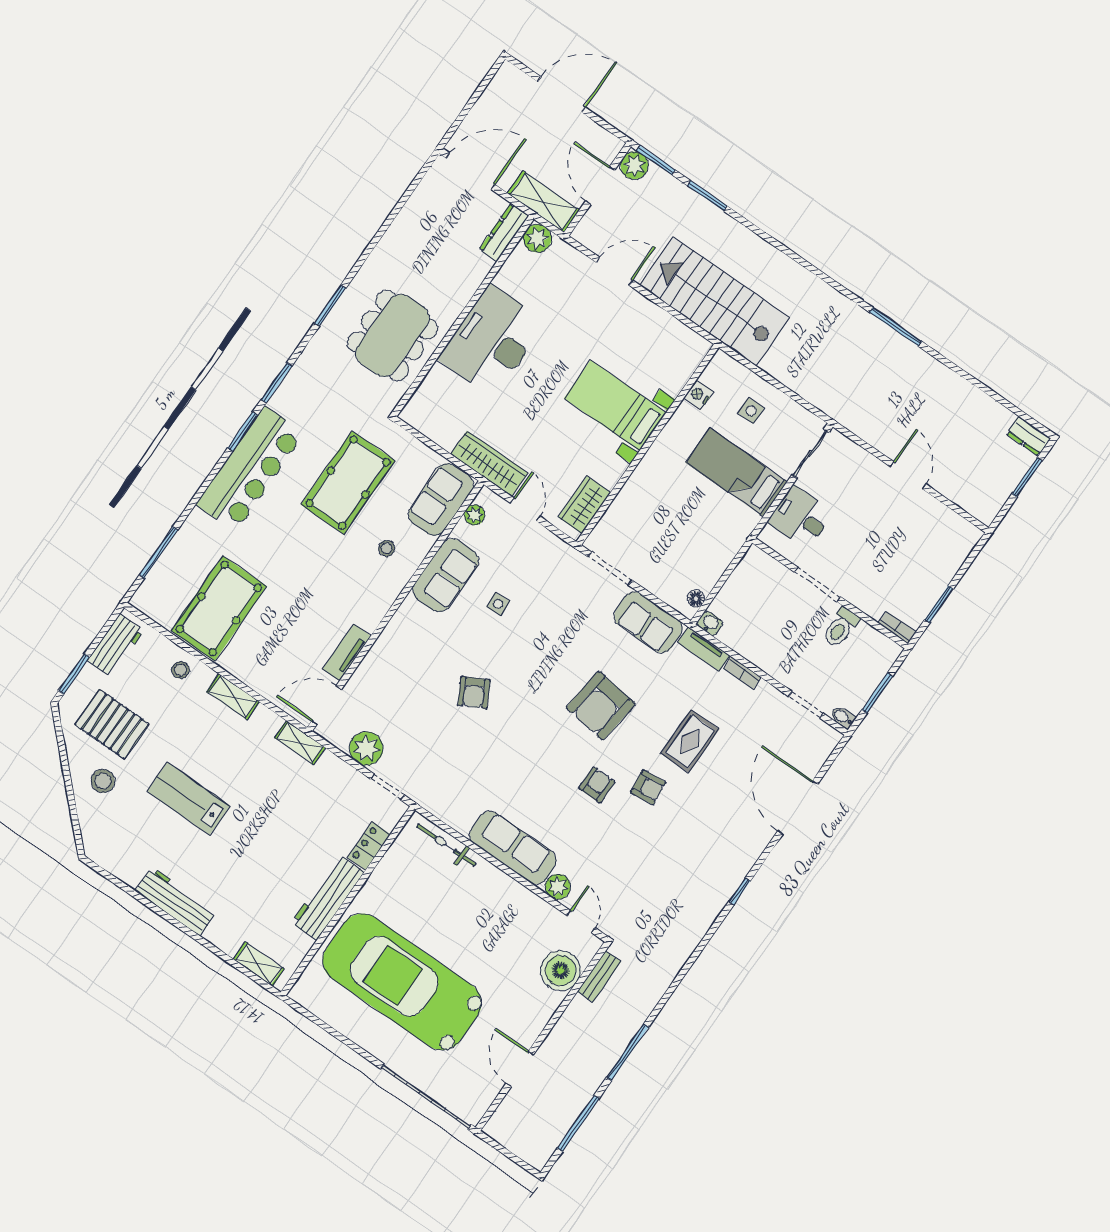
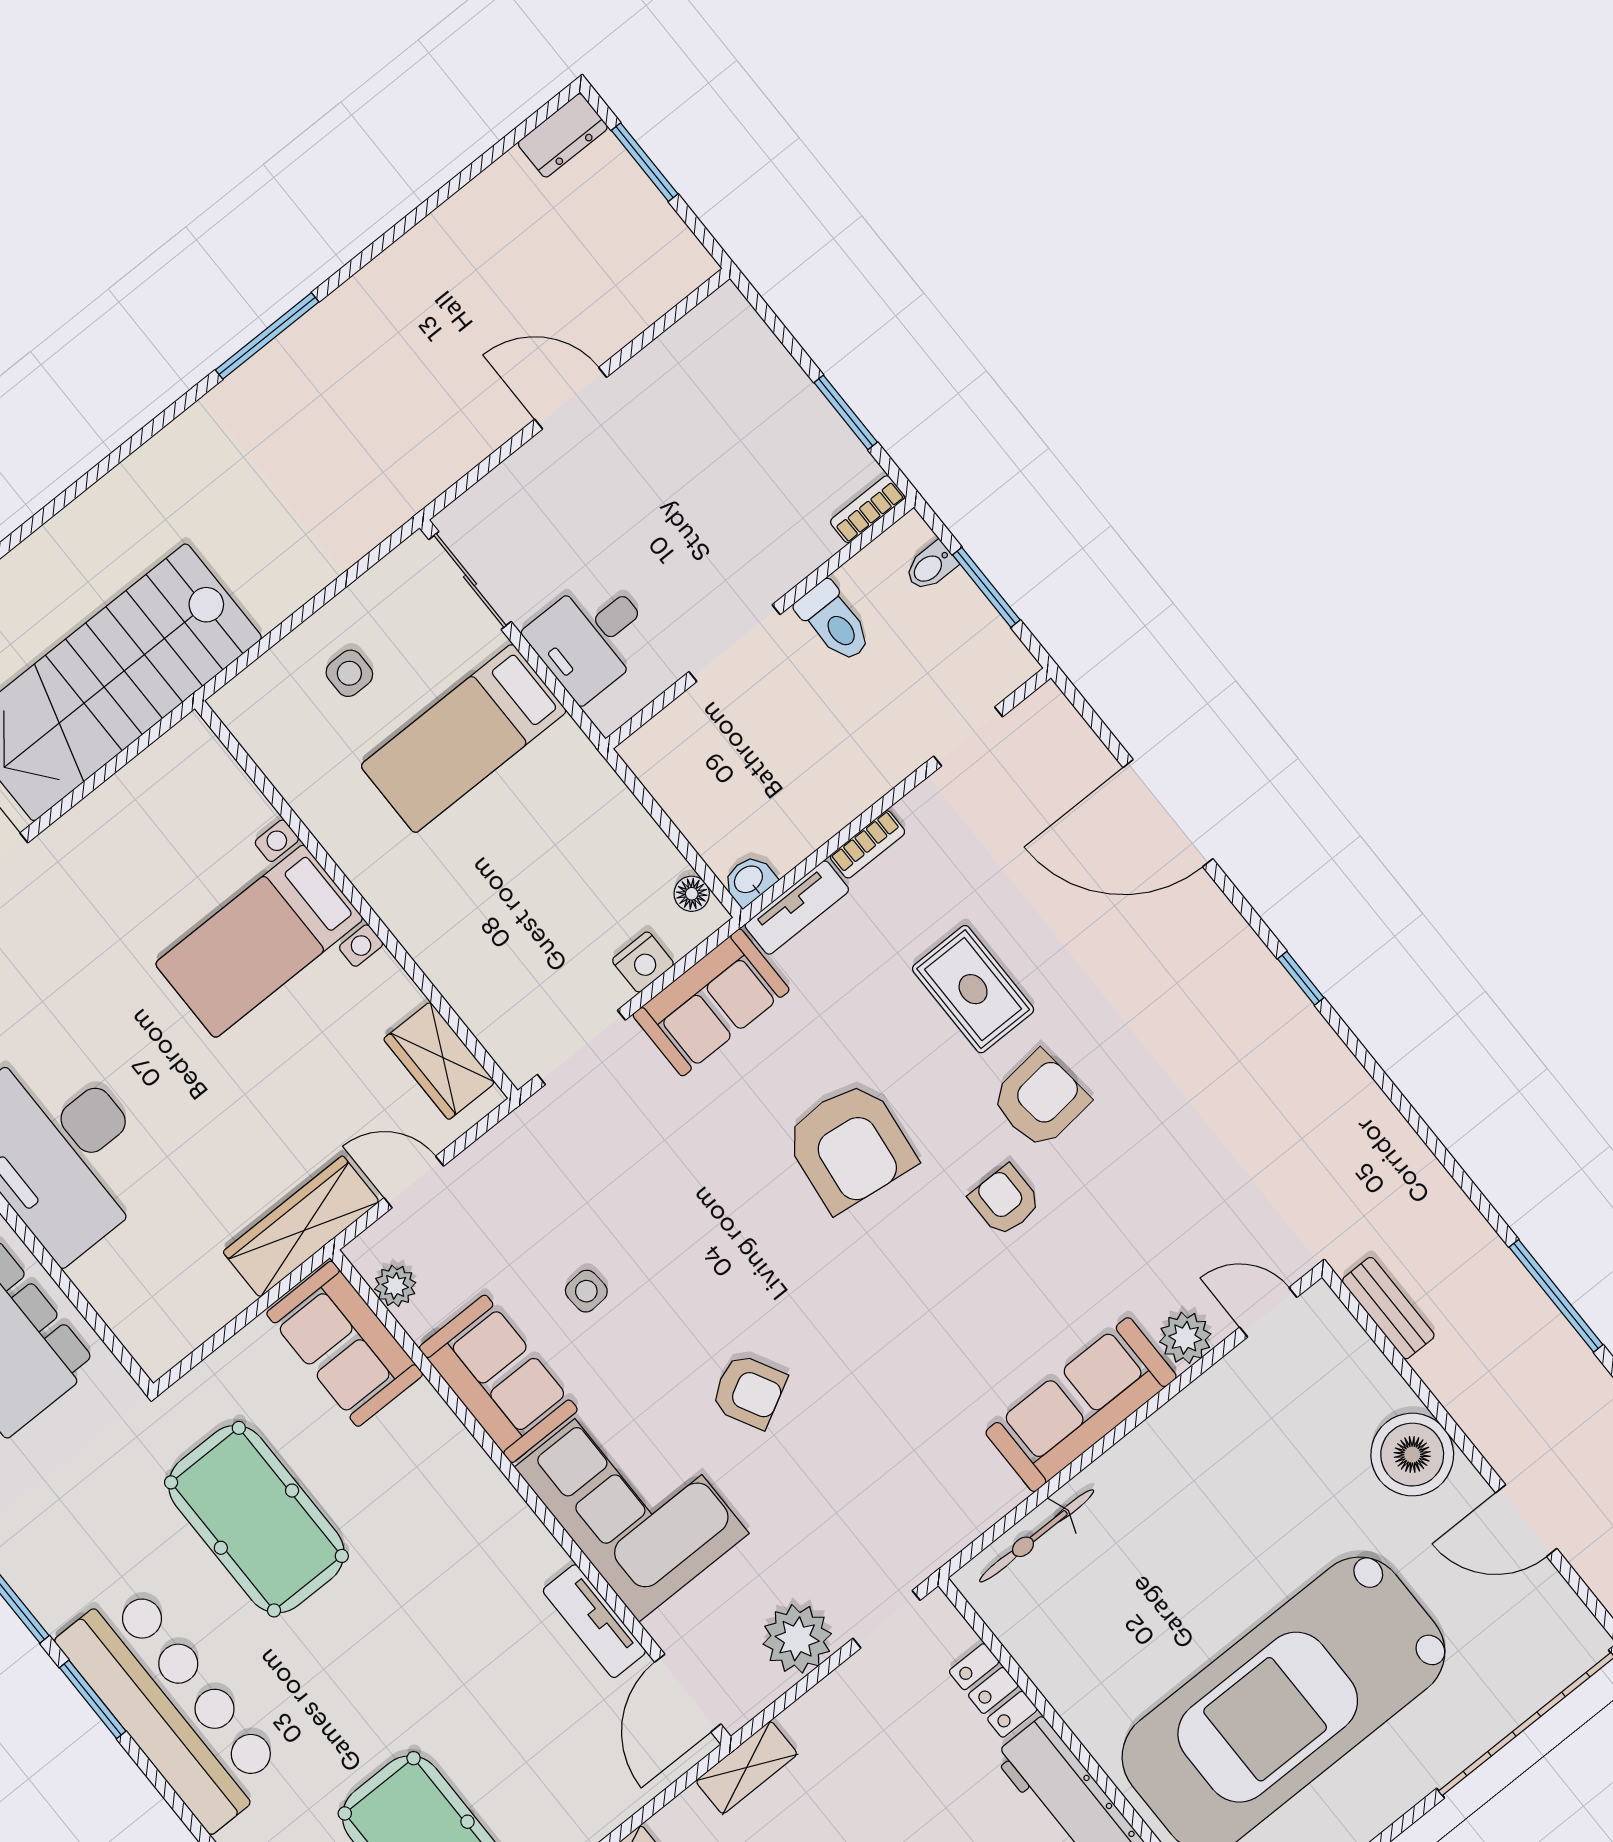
nightstand: (699, 395) -> (643, 962), moved, turned -90
stool: (387, 548) -> (410, 1481), removed
corner sofa: (408, 653) -> (632, 1500), added
bidet: (843, 717) -> (931, 566), moved
armchair: (648, 787) -> (1040, 1100), width x1.38, depth x1.38
boiler: (560, 970) -> (1412, 1455), moved

